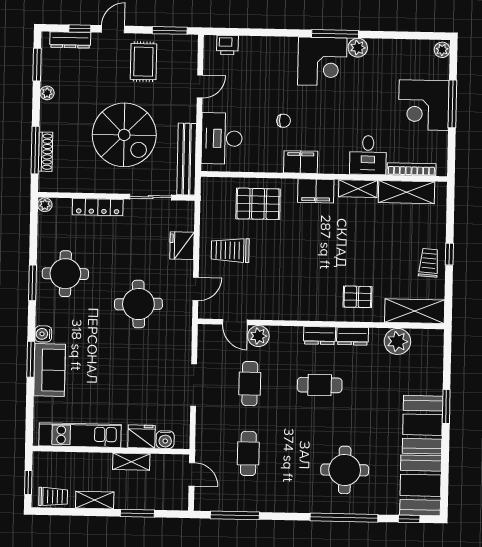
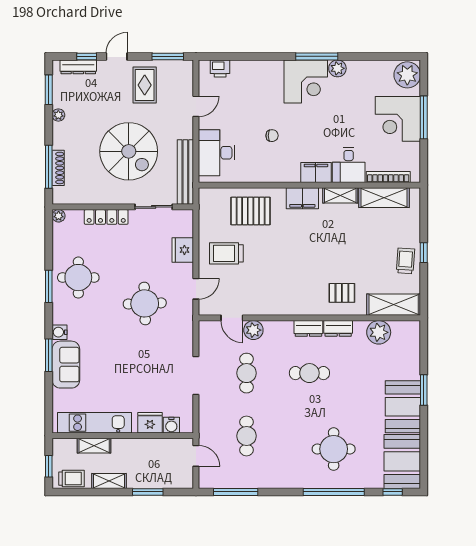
plant: (442, 50) -> (407, 75), width x1.87, depth x1.87
filing cabinet: (301, 162) -> (316, 172), moved
shelving: (131, 462) -> (94, 446), moved

